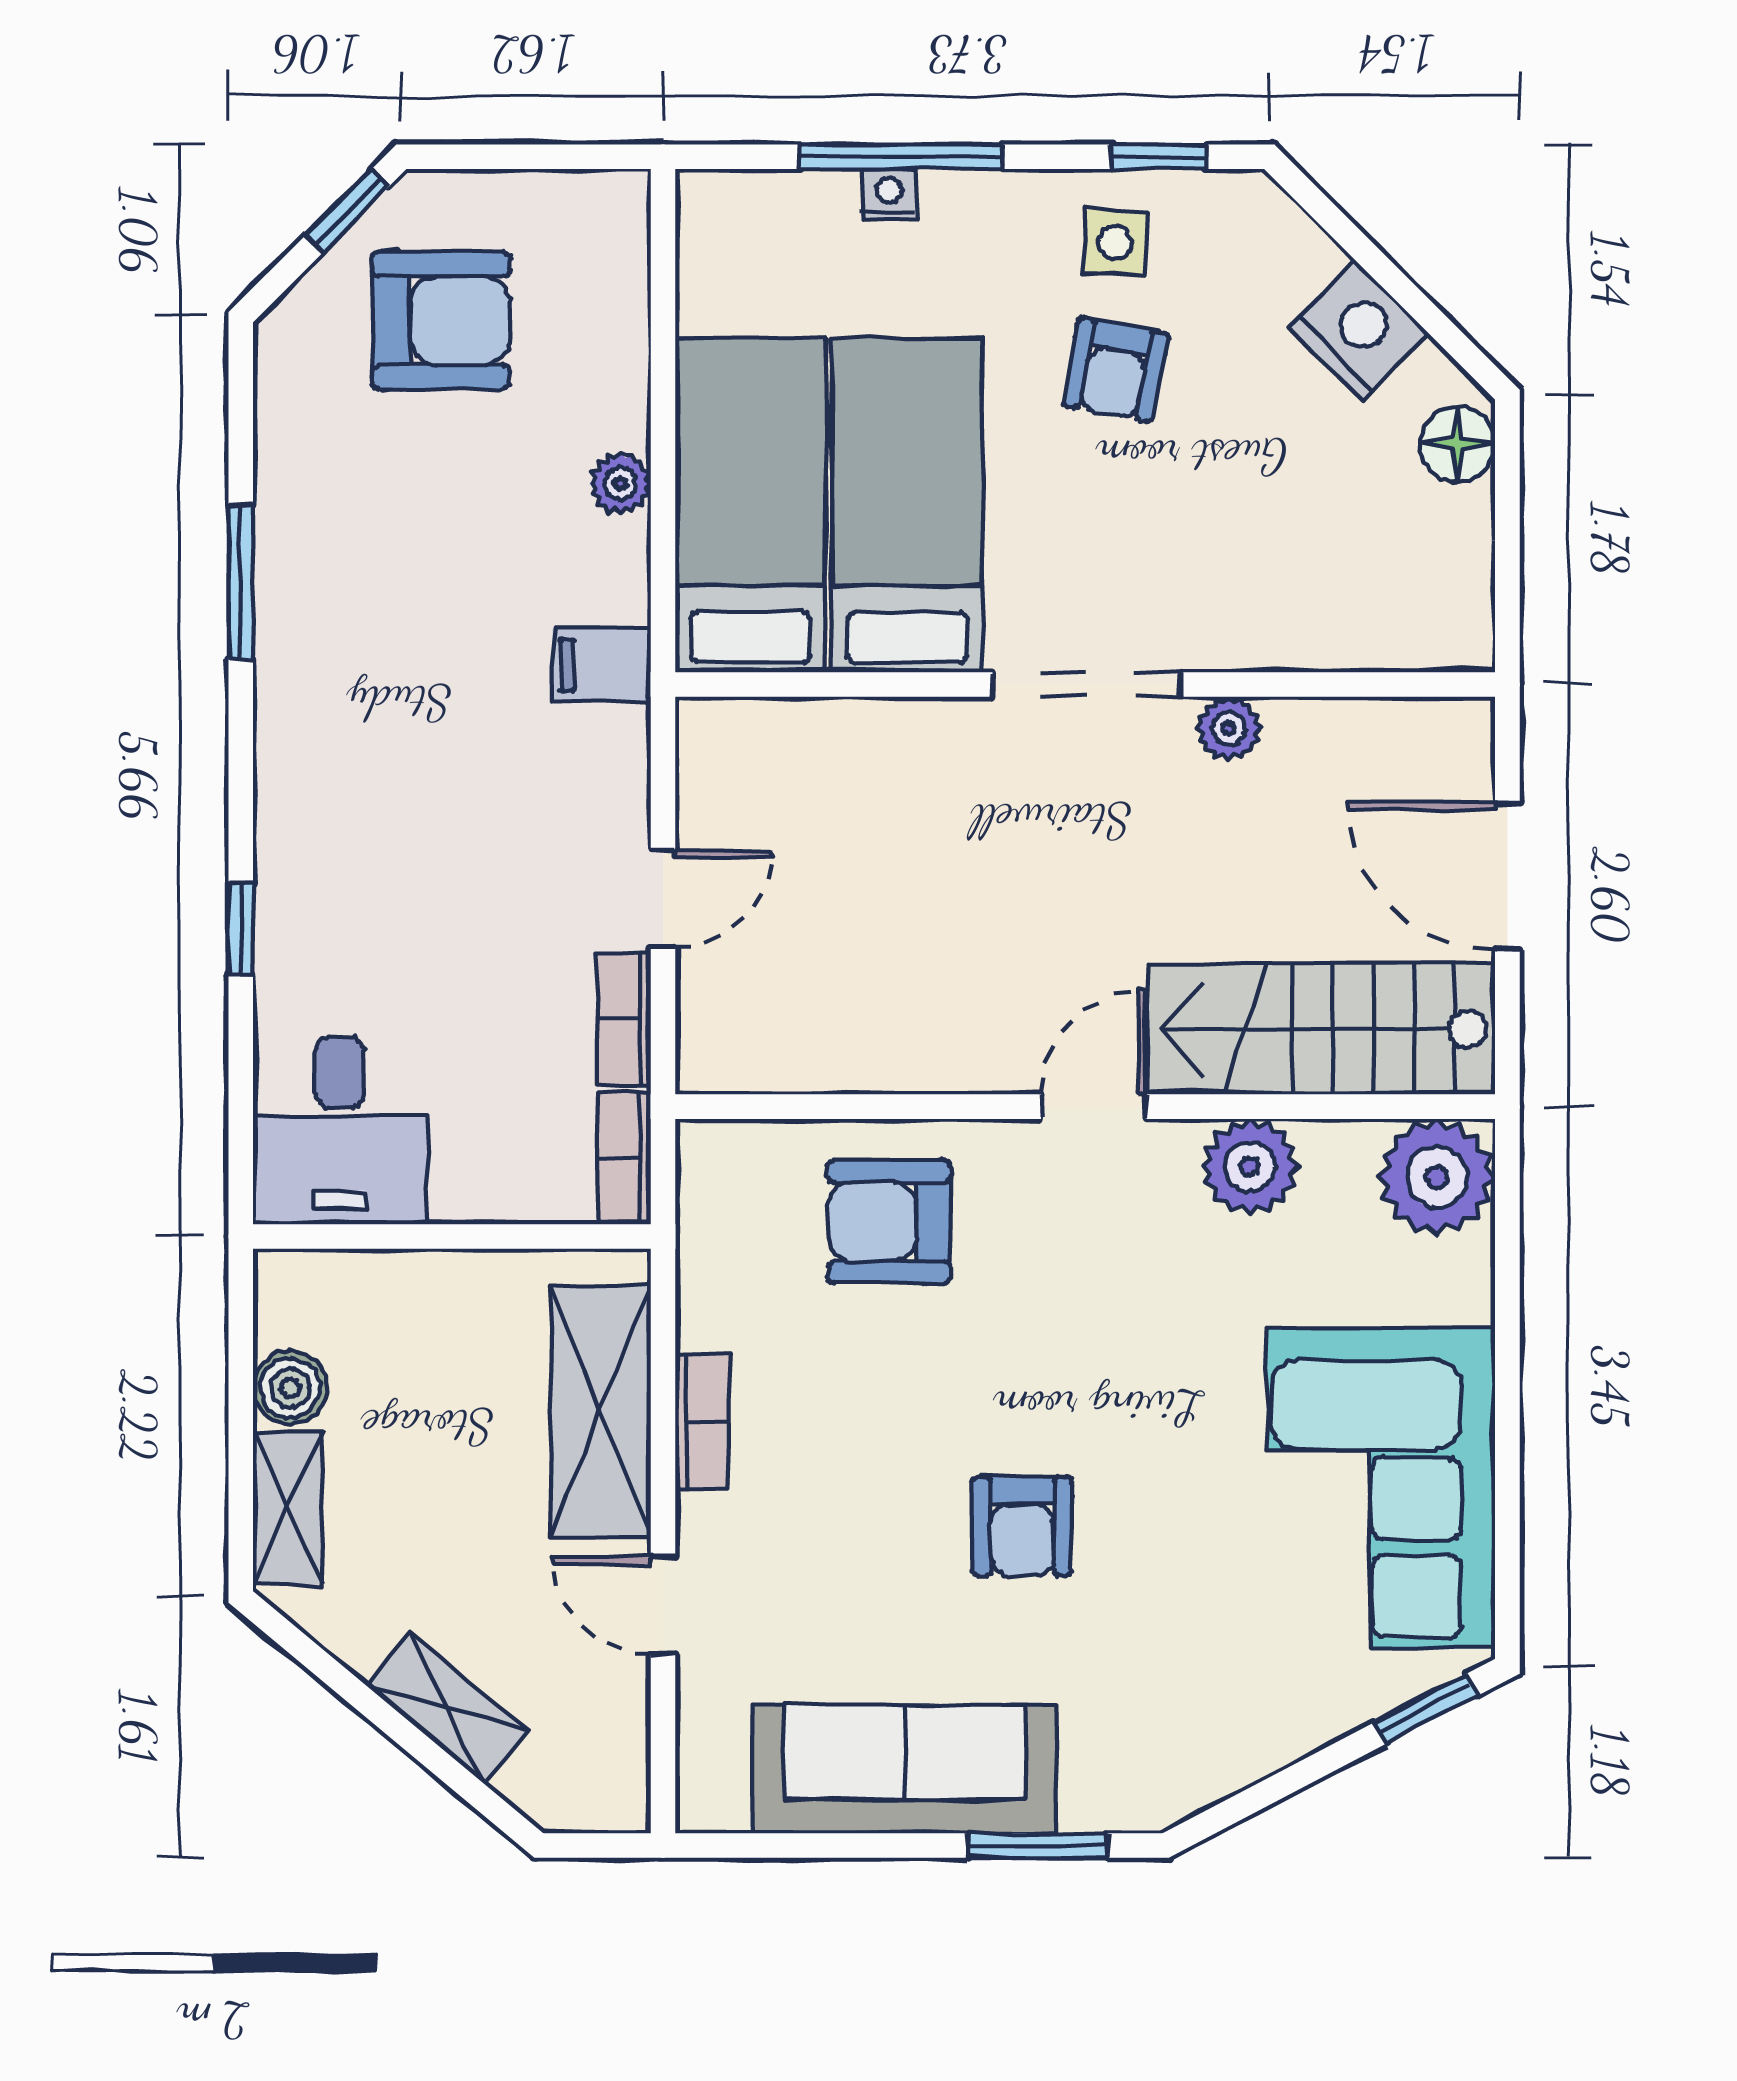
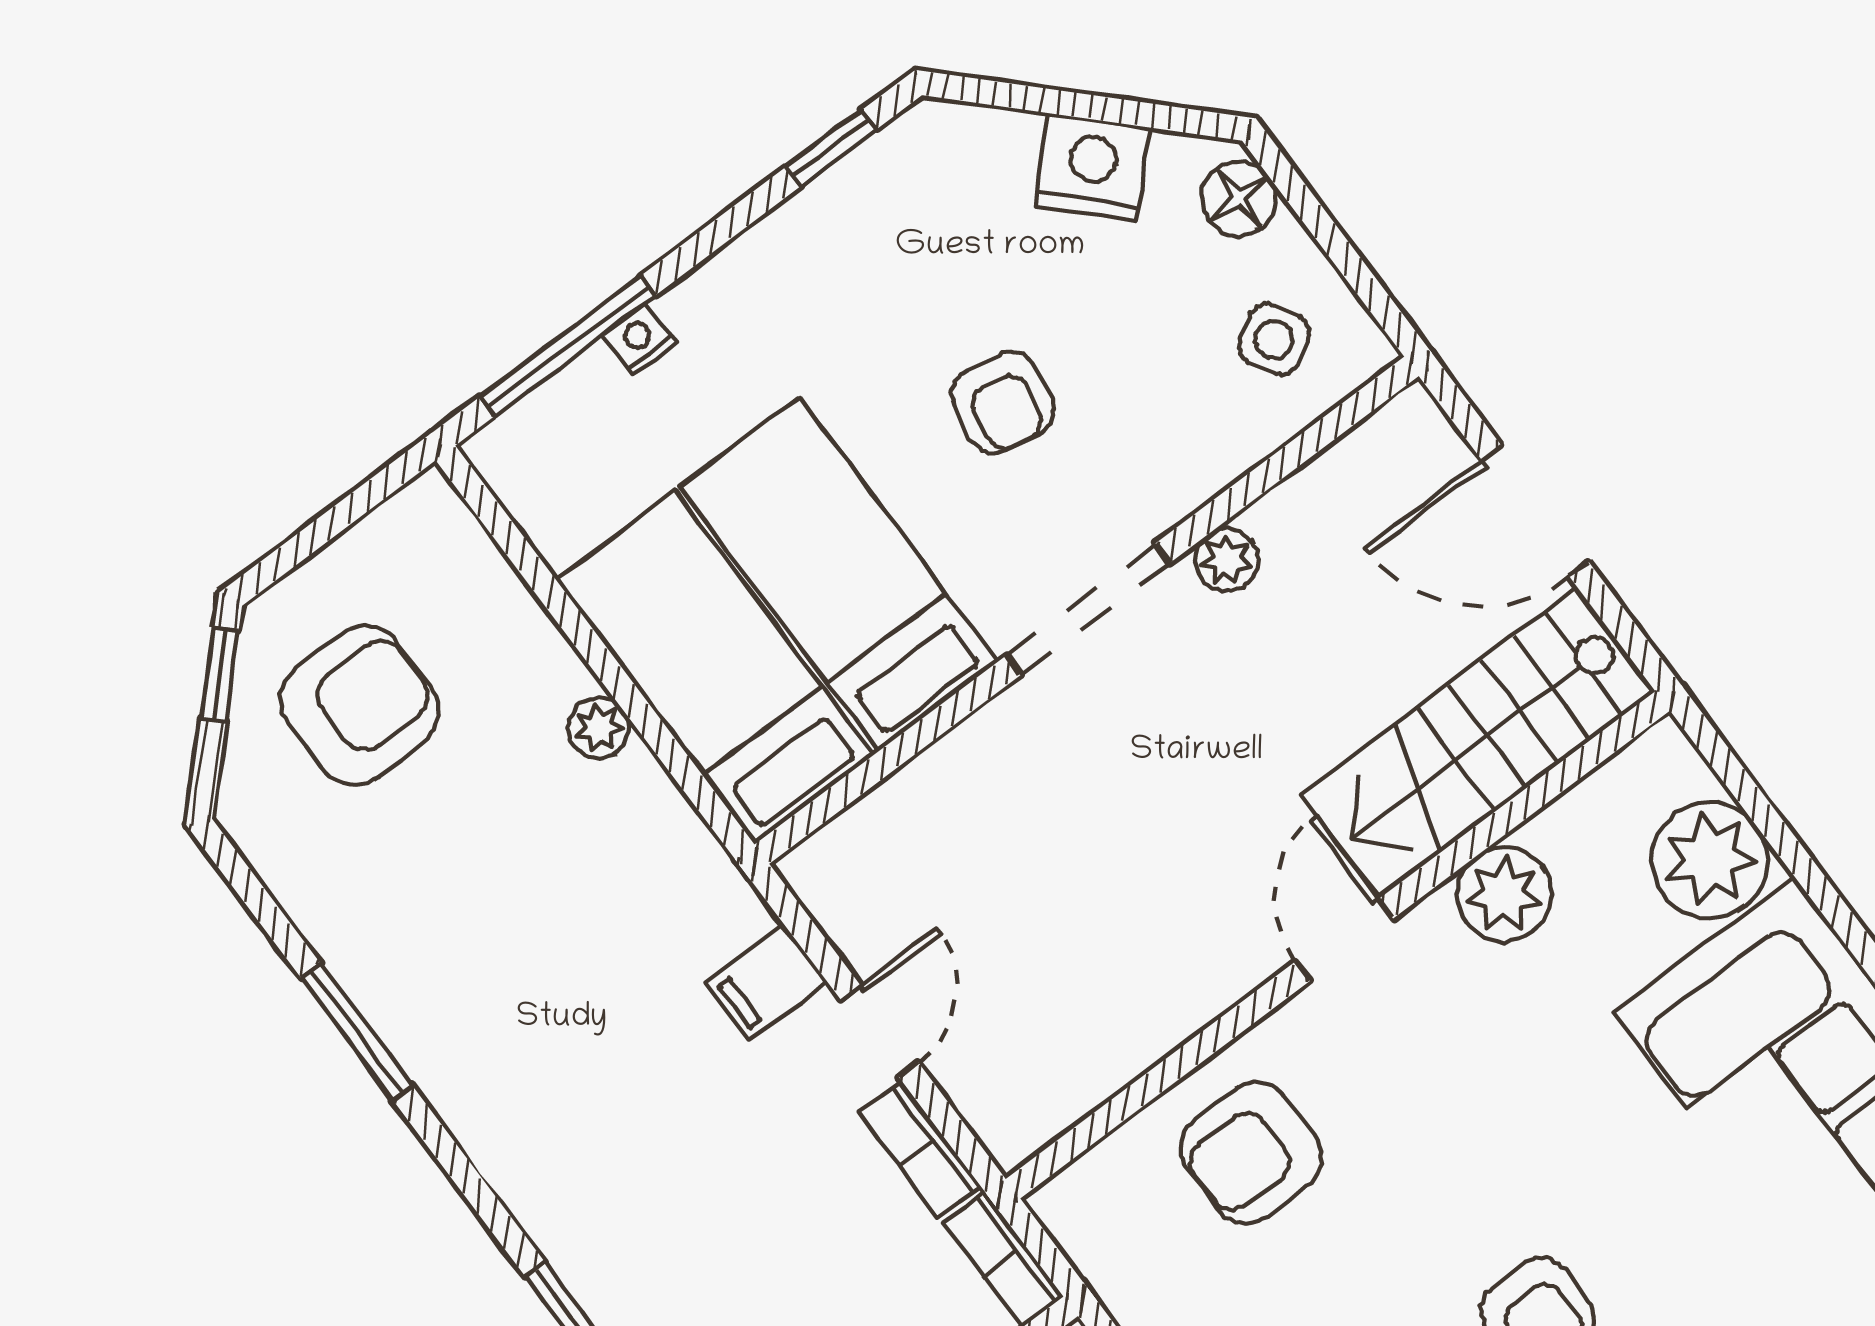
window: (901, 157) -> (567, 346), moved
side table: (1115, 242) -> (1274, 340), moved, turned -33
armchair: (1116, 370) -> (1002, 402), moved
filing cabinet: (602, 665) -> (767, 983), moved
plant: (1437, 1177) -> (1710, 860), moved

